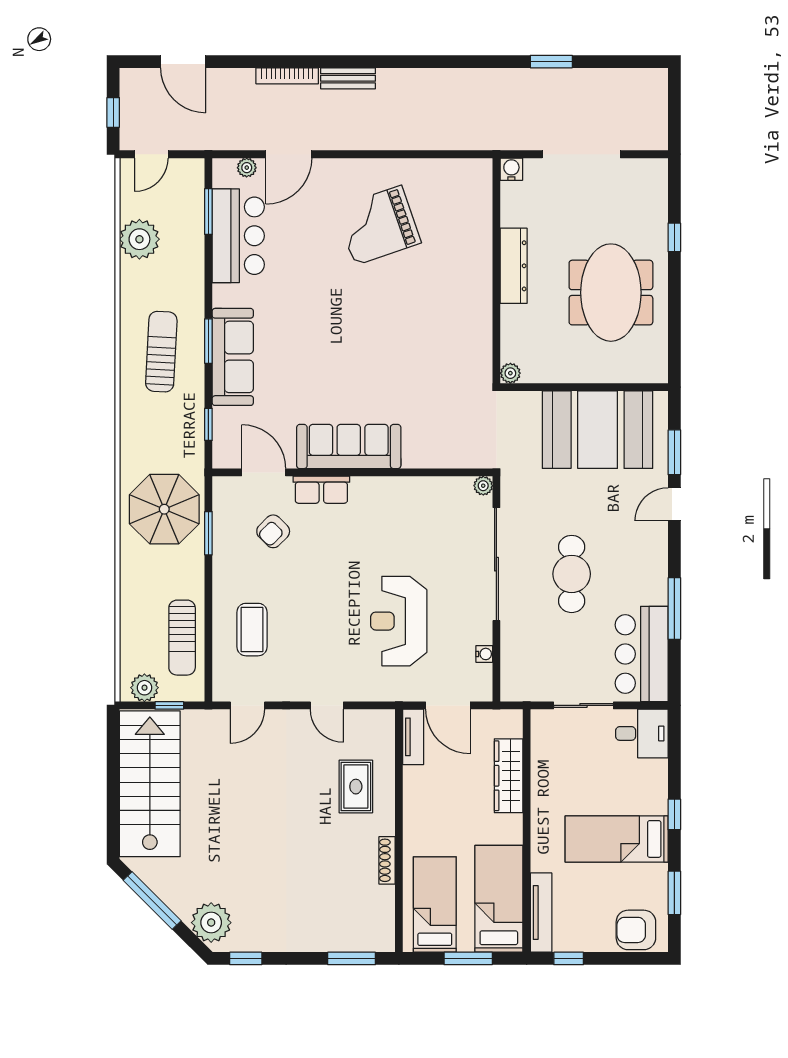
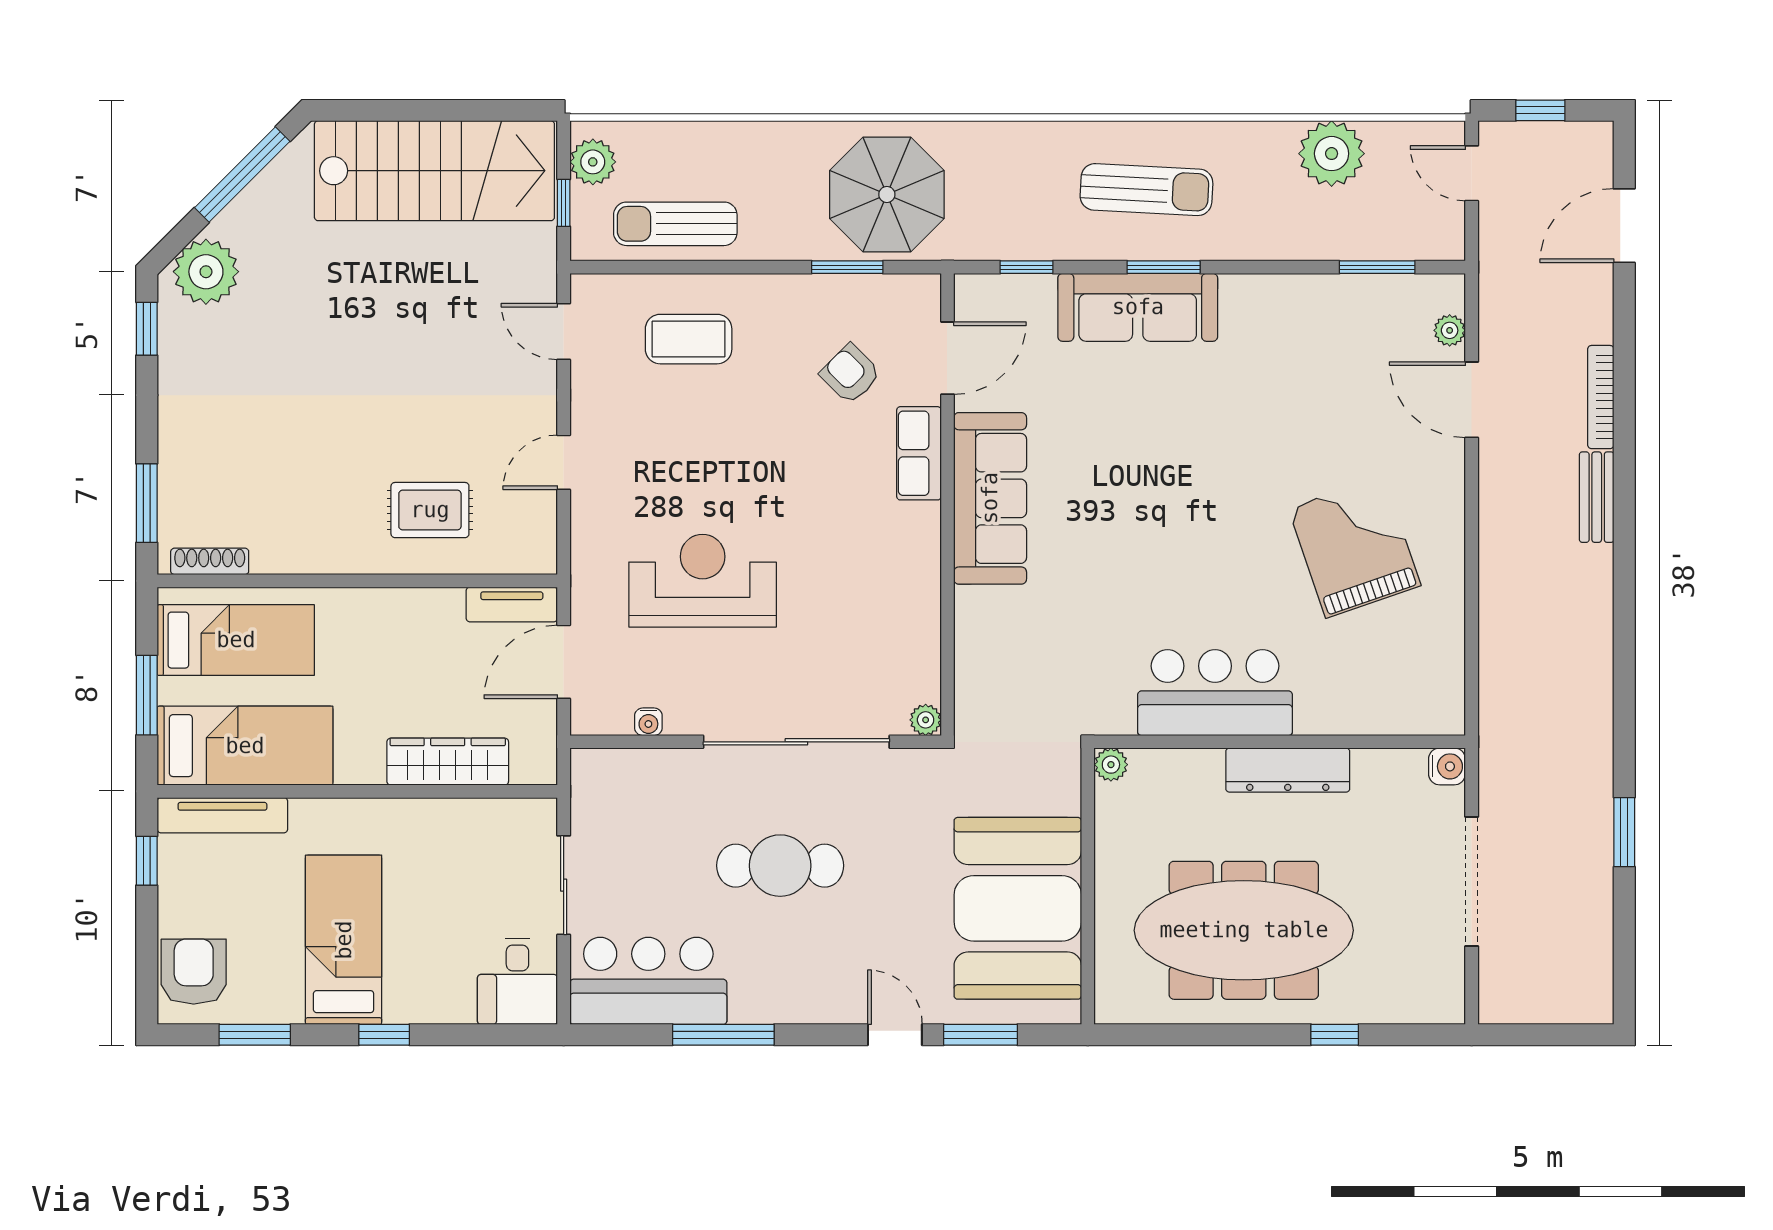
bar counter: (238, 236) -> (1215, 693), moved, turned 180
meeting table: (611, 293) -> (1244, 930), width x1.36
shoe rack: (387, 860) -> (210, 561), moved

